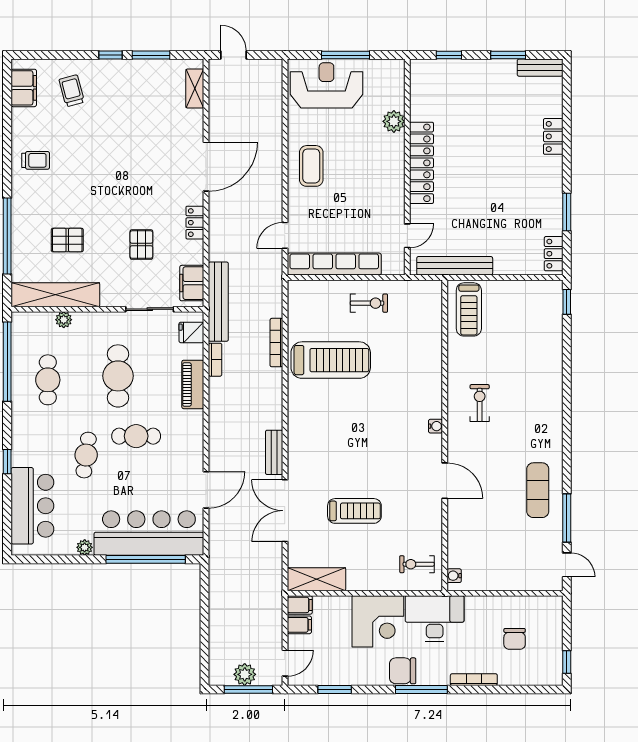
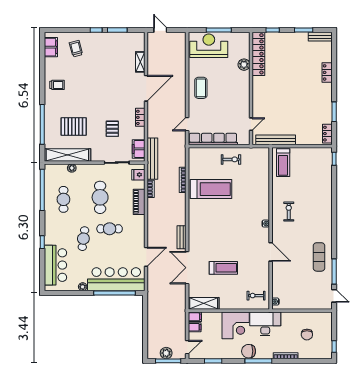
shelving: (195, 89) -> (140, 62), moved
locker: (421, 163) -> (258, 54), moved
pallet: (67, 240) -> (74, 126), width x1.50, depth x1.42

